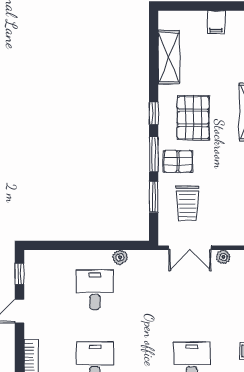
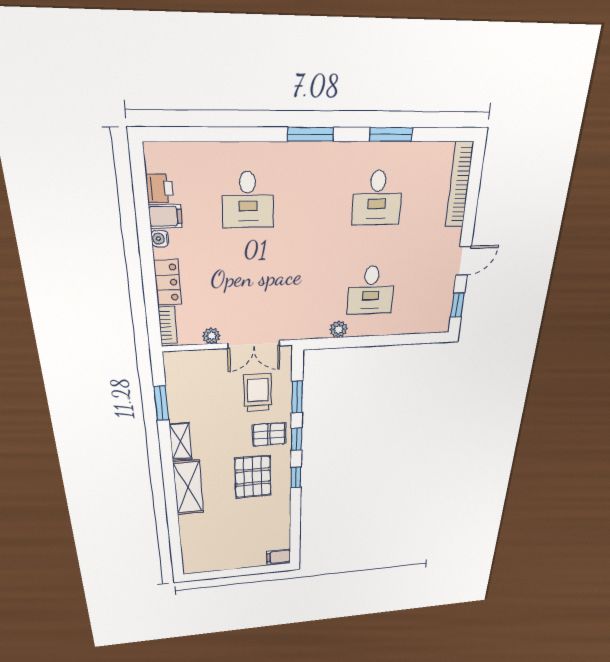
filing cabinet: (216, 22) -> (279, 557), moved, turned -90
shelving: (169, 57) -> (279, 527), removed
window: (154, 154) -> (296, 439), width x0.67
double door: (190, 248) -> (254, 344), swing flipped

